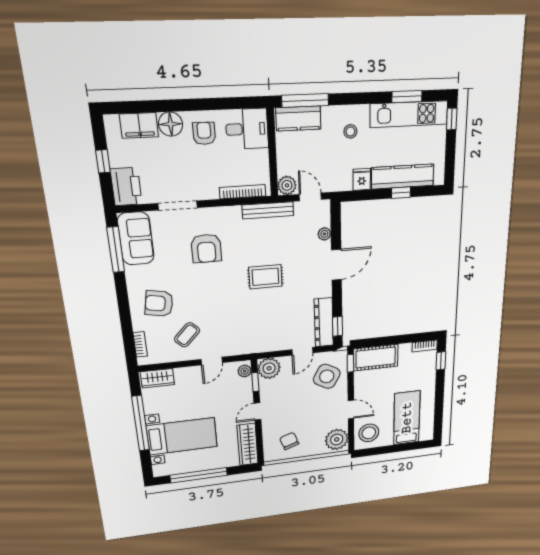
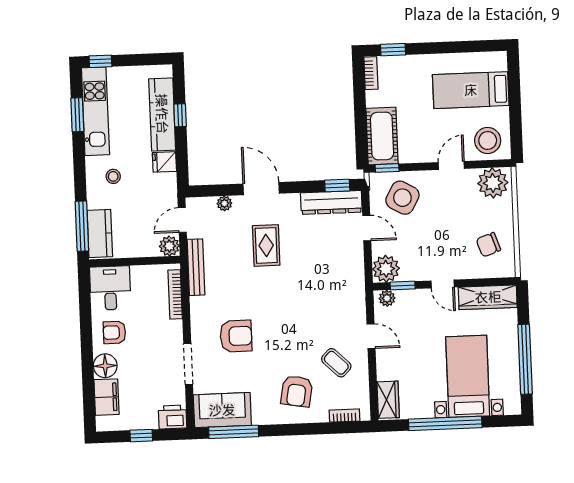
printer: (126, 187) -> (172, 417), width x0.73, depth x0.84
rug: (265, 277) -> (266, 245), moved

